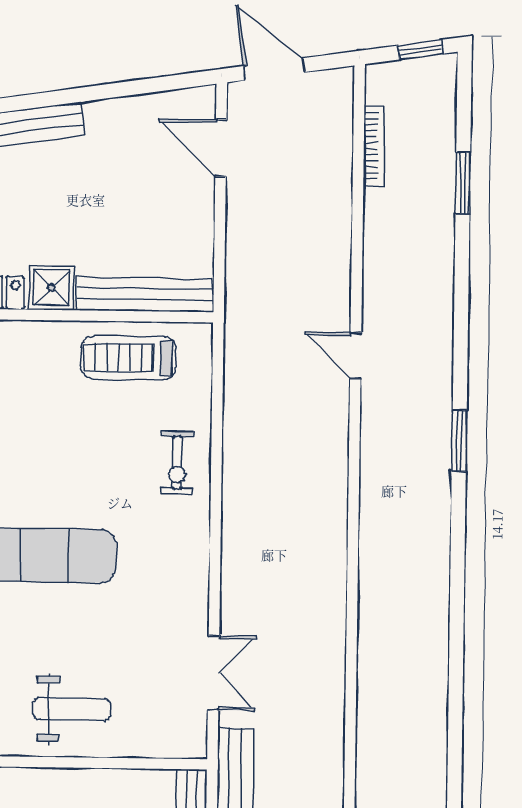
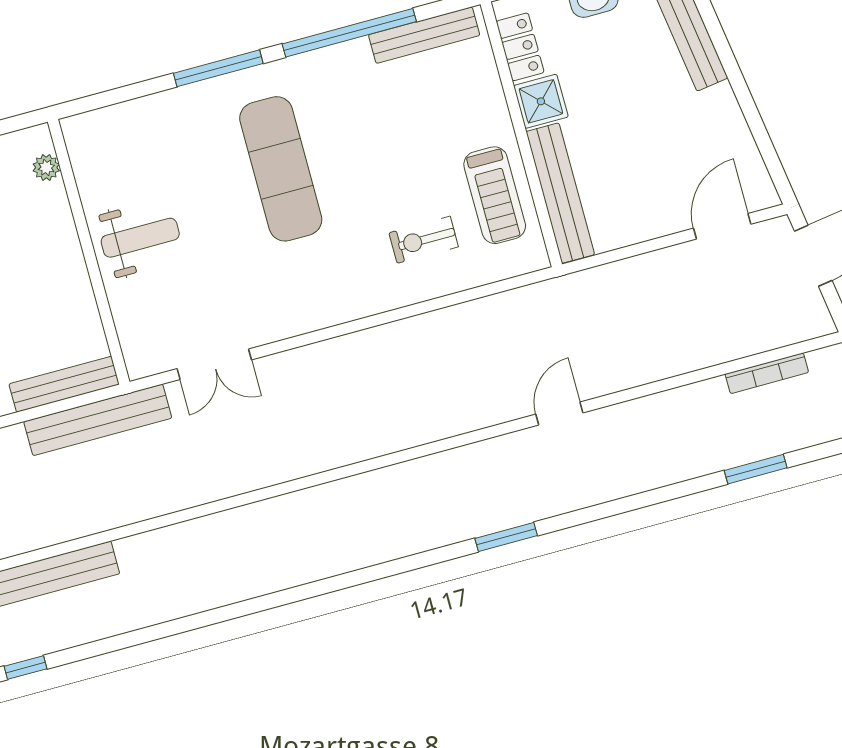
treadmill: (129, 358) -> (495, 195), turned 180
exercise bike: (177, 463) -> (424, 240), moved
weight bench: (72, 709) -> (140, 238), turned -90

